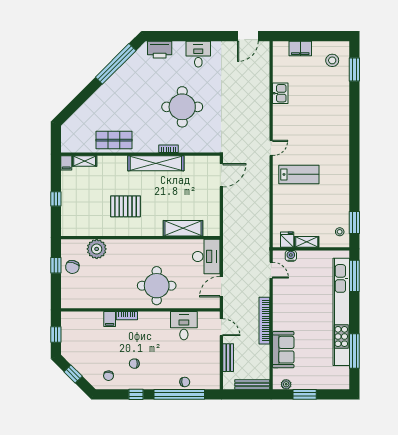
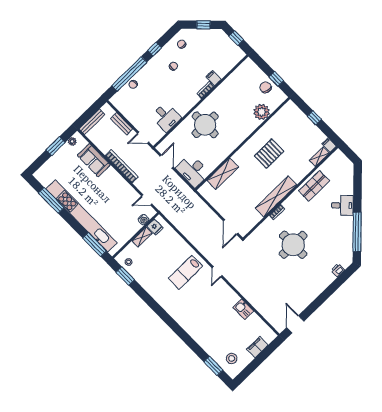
printer: (160, 50) -> (338, 270), width x0.53, depth x0.68
desk: (198, 54) -> (342, 205), moved, turned -45

